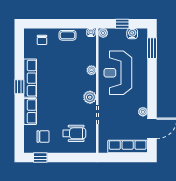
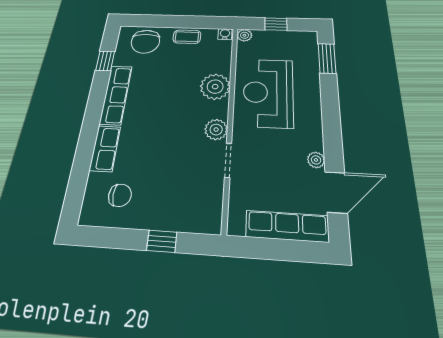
water cooler: (132, 34) -> (293, 37), removed
chair: (42, 40) -> (145, 42), width x1.87, depth x1.87
plant: (91, 70) -> (215, 87), width x1.87, depth x1.87
window: (19, 87) -> (105, 61), moved
wheelchair: (74, 133) -> (181, 193), removed
window: (40, 158) -> (162, 241), moved

